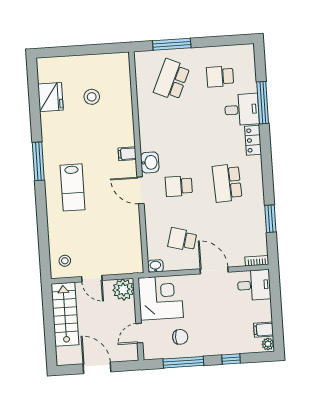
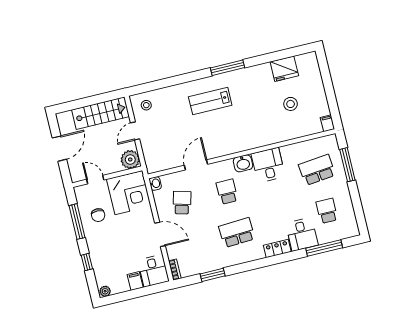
school desk: (172, 80) -> (317, 170), turned -30
window: (263, 103) -> (324, 248), moved
desk: (157, 134) -> (268, 165), added
filing cabinet: (127, 154) -> (327, 123), moved
door: (141, 190) -> (196, 165), moved
door: (214, 270) -> (160, 234), hinge flipped
filing cabinet: (264, 330) -> (135, 281), moved

